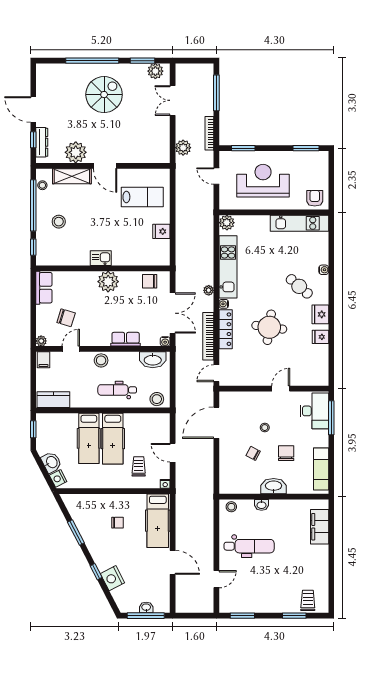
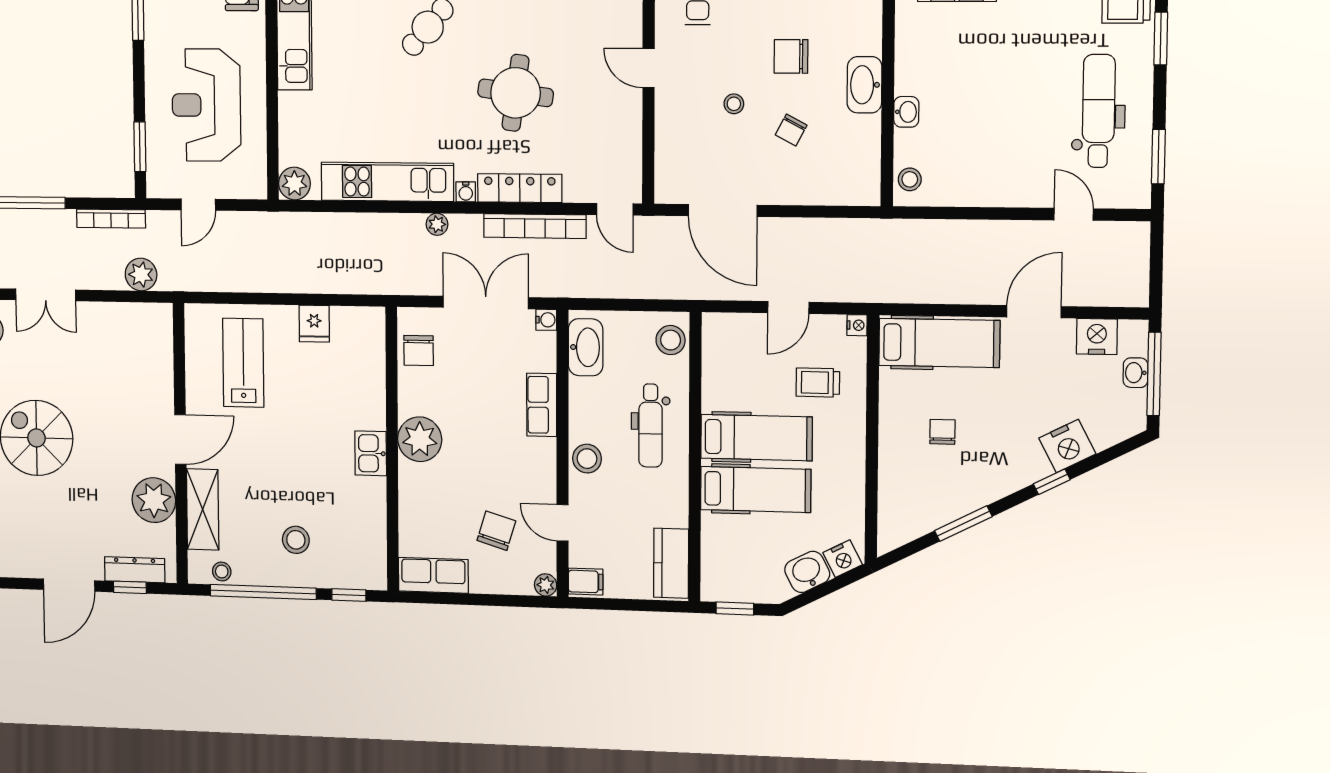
dental chair: (249, 546) -> (1099, 111), moved
nightstand: (162, 590) -> (1097, 337), added

